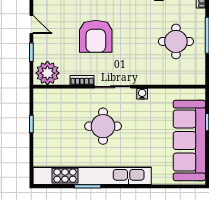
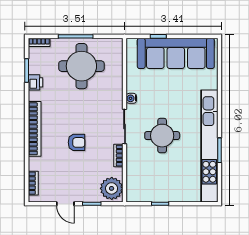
door: (31, 24) -> (65, 204), swing flipped
armchair: (96, 36) -> (77, 142), width x0.53, depth x0.53
round table: (176, 41) -> (81, 66), width x1.36, depth x1.36

